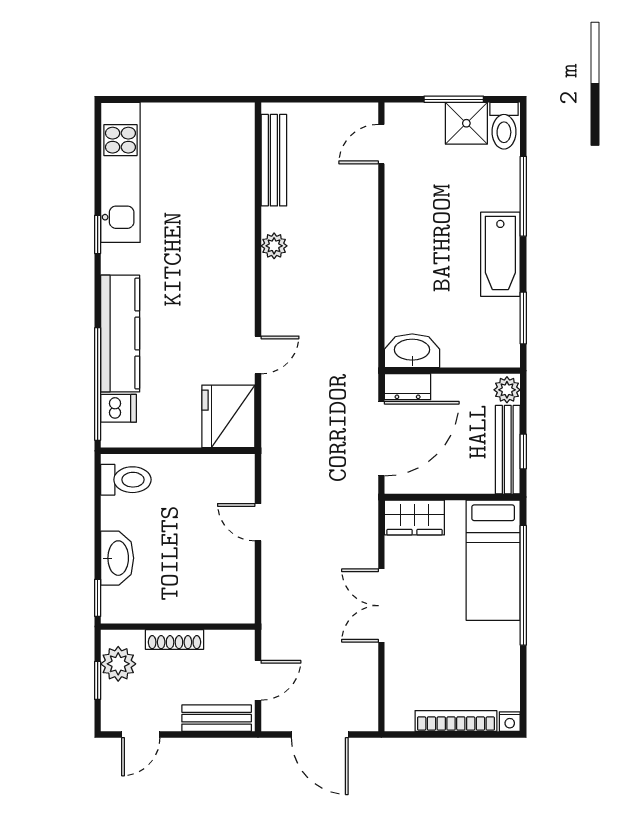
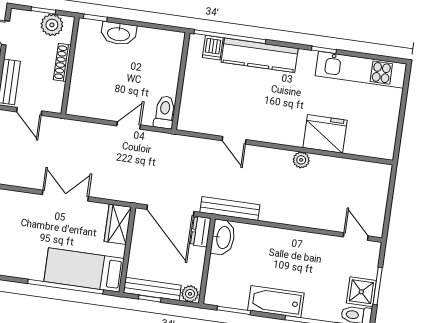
bench: (274, 160) -> (230, 209), moved
fridge: (228, 416) -> (325, 134), moved
toilet: (126, 480) -> (165, 112), moved, turned 180

